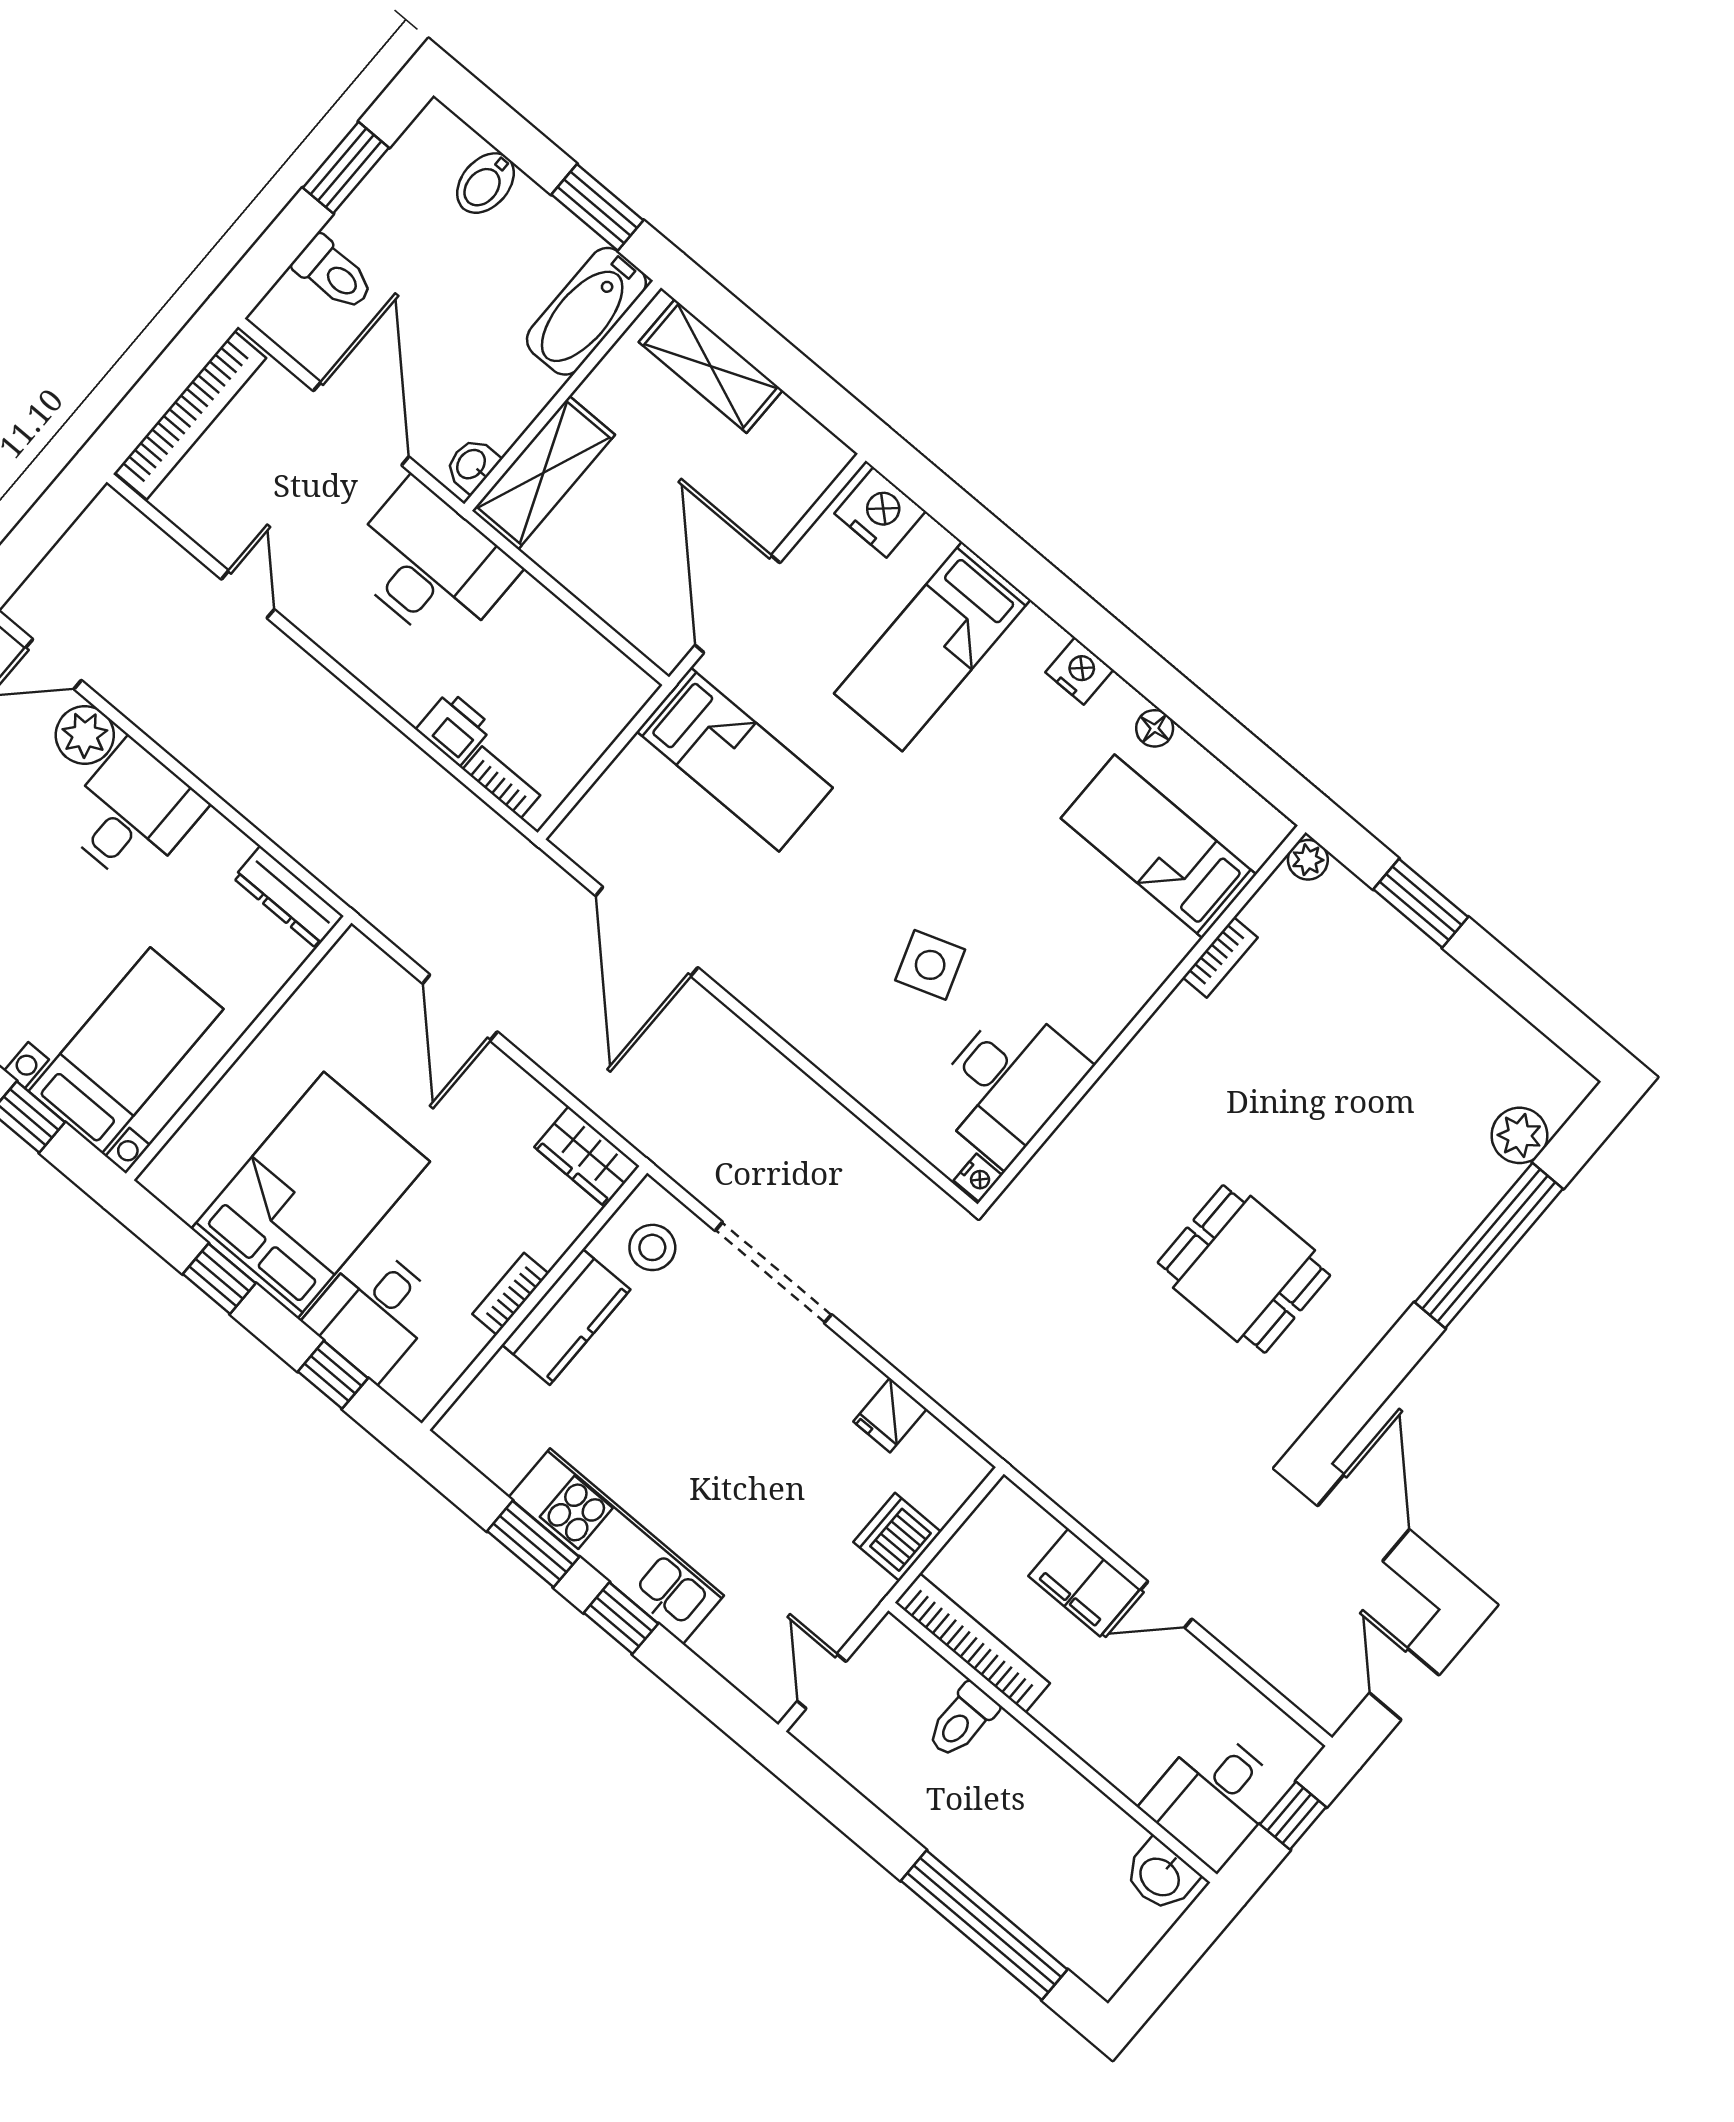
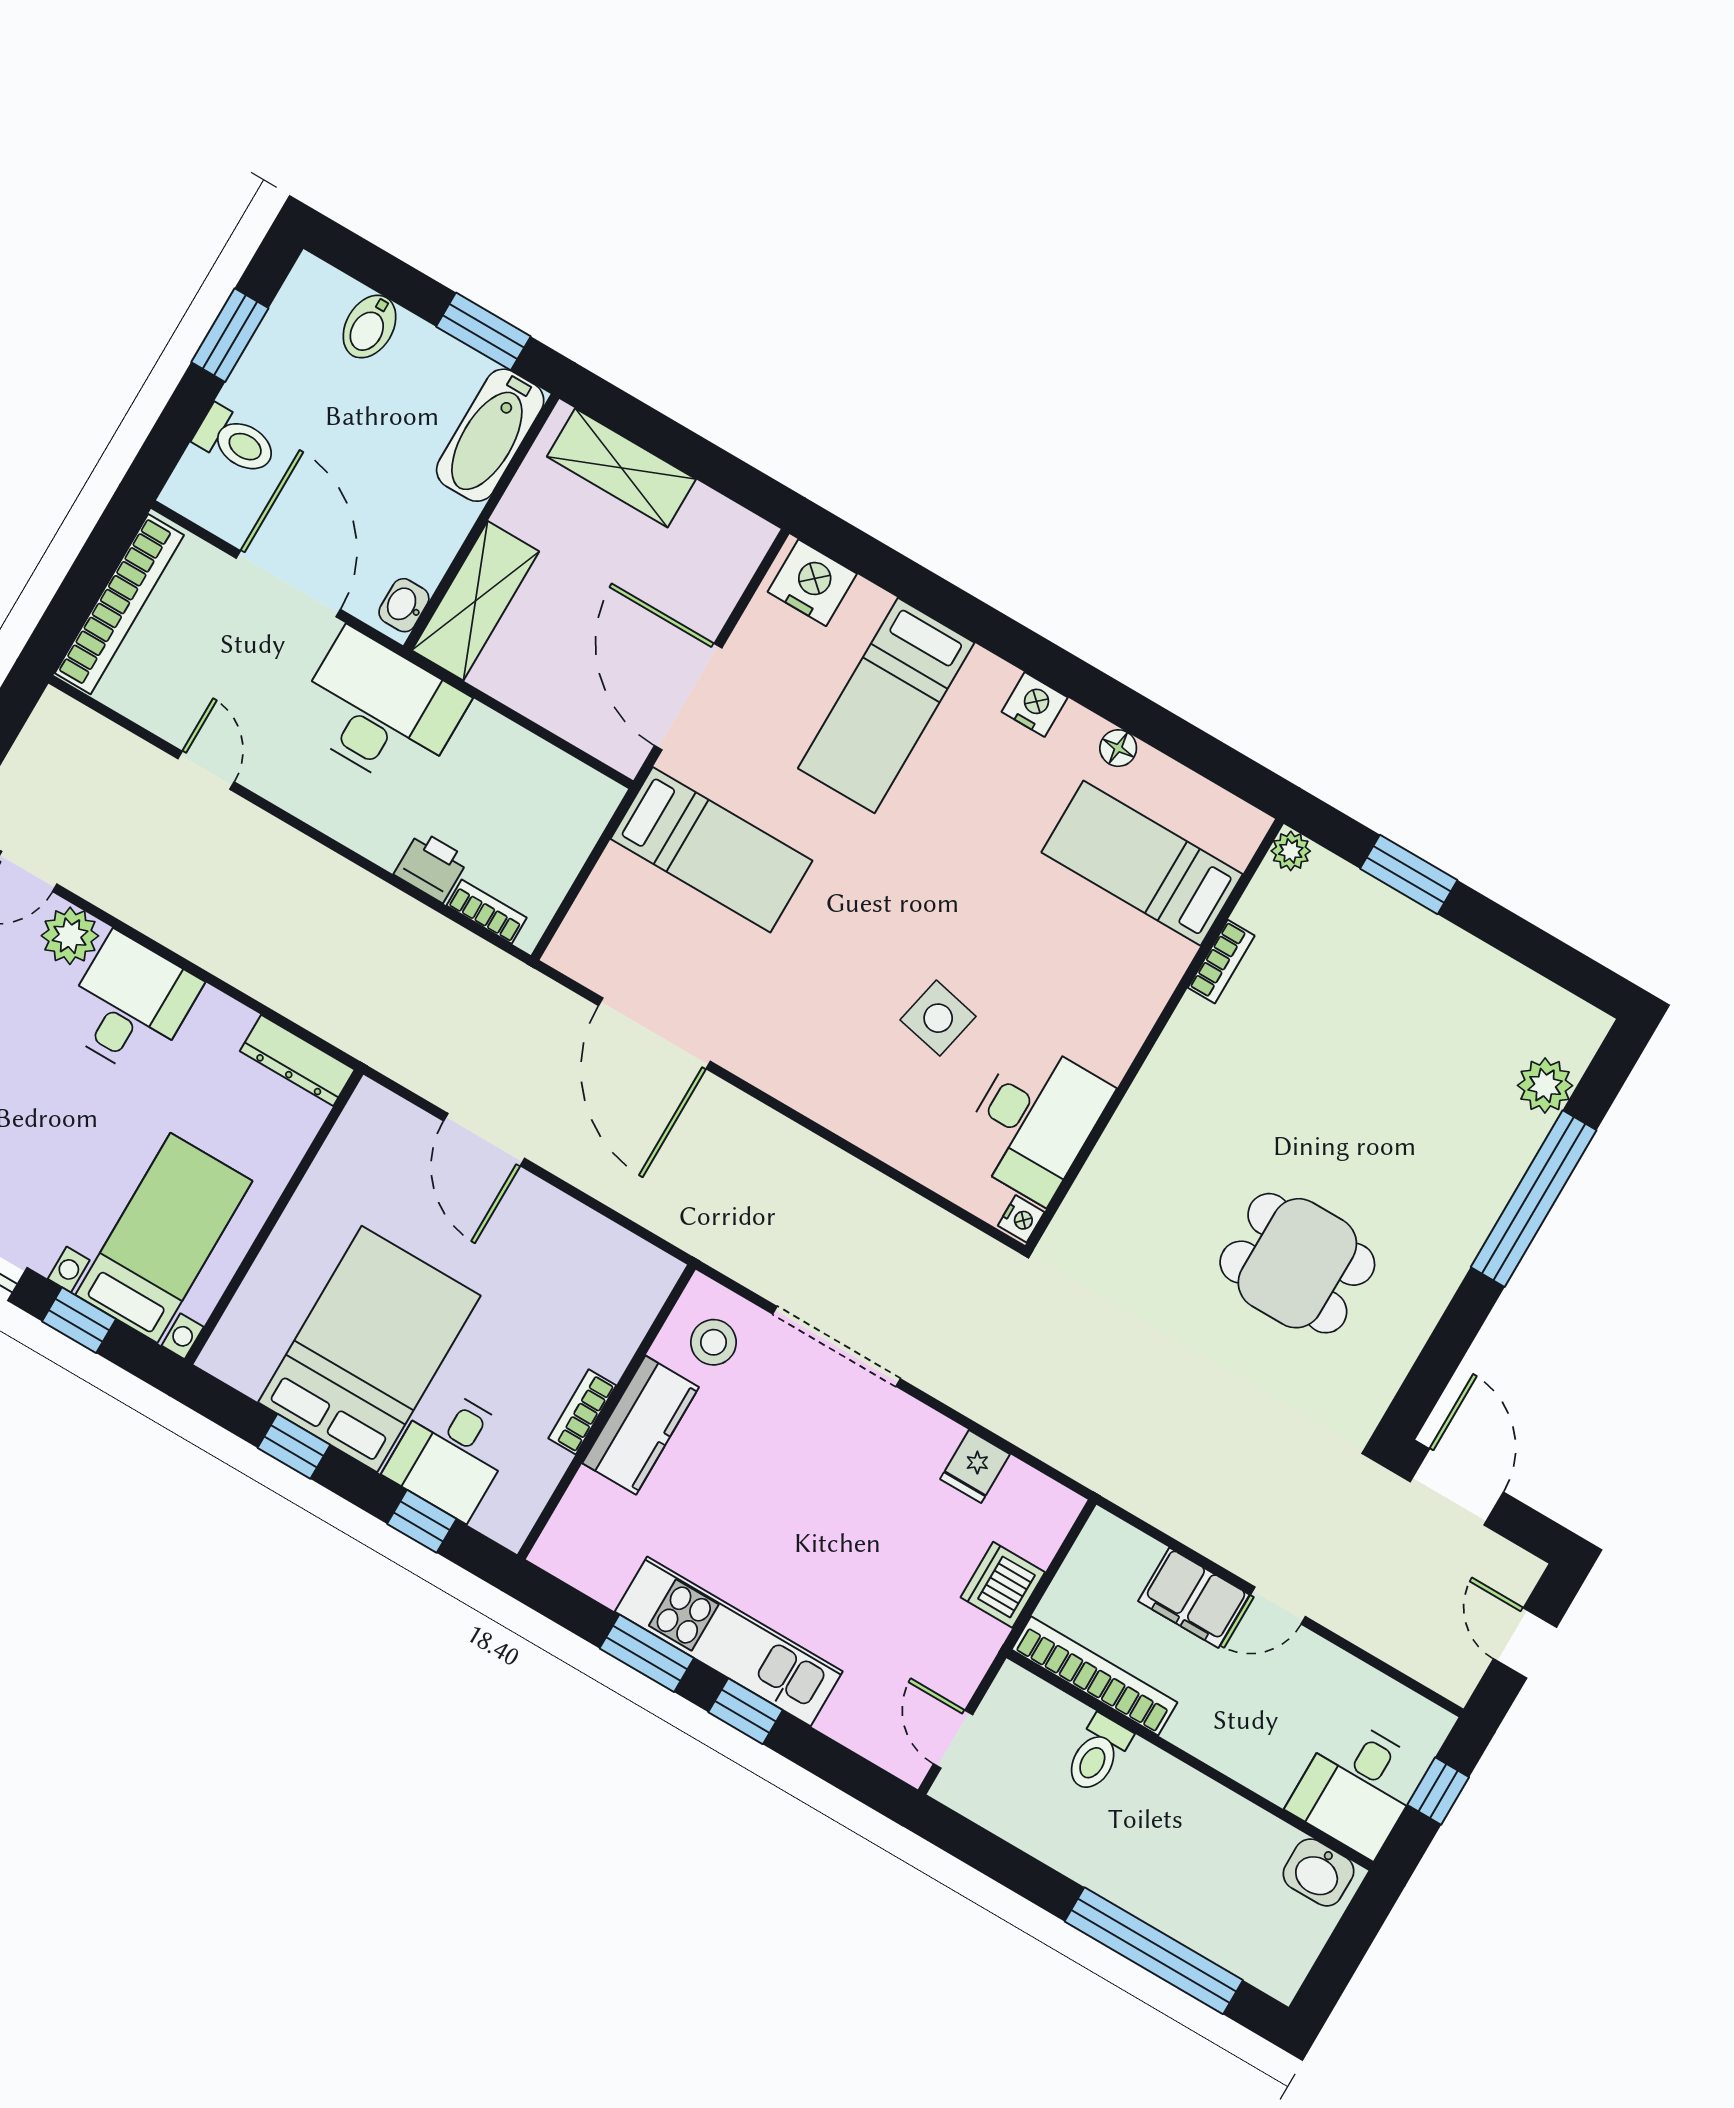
side table: (930, 965) -> (938, 1018), turned 31
wardrobe: (587, 1157) -> (634, 1264), removed

